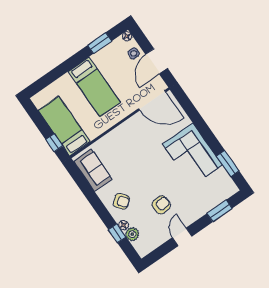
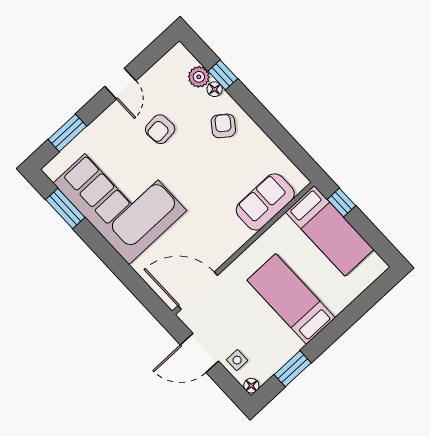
door: (157, 61) -> (199, 353), swing flipped
corner sofa: (193, 155) -> (120, 197), width x1.36, depth x1.36
sofa: (93, 170) -> (265, 202), moved, turned 90
armchair: (121, 201) -> (223, 126), turned 76

